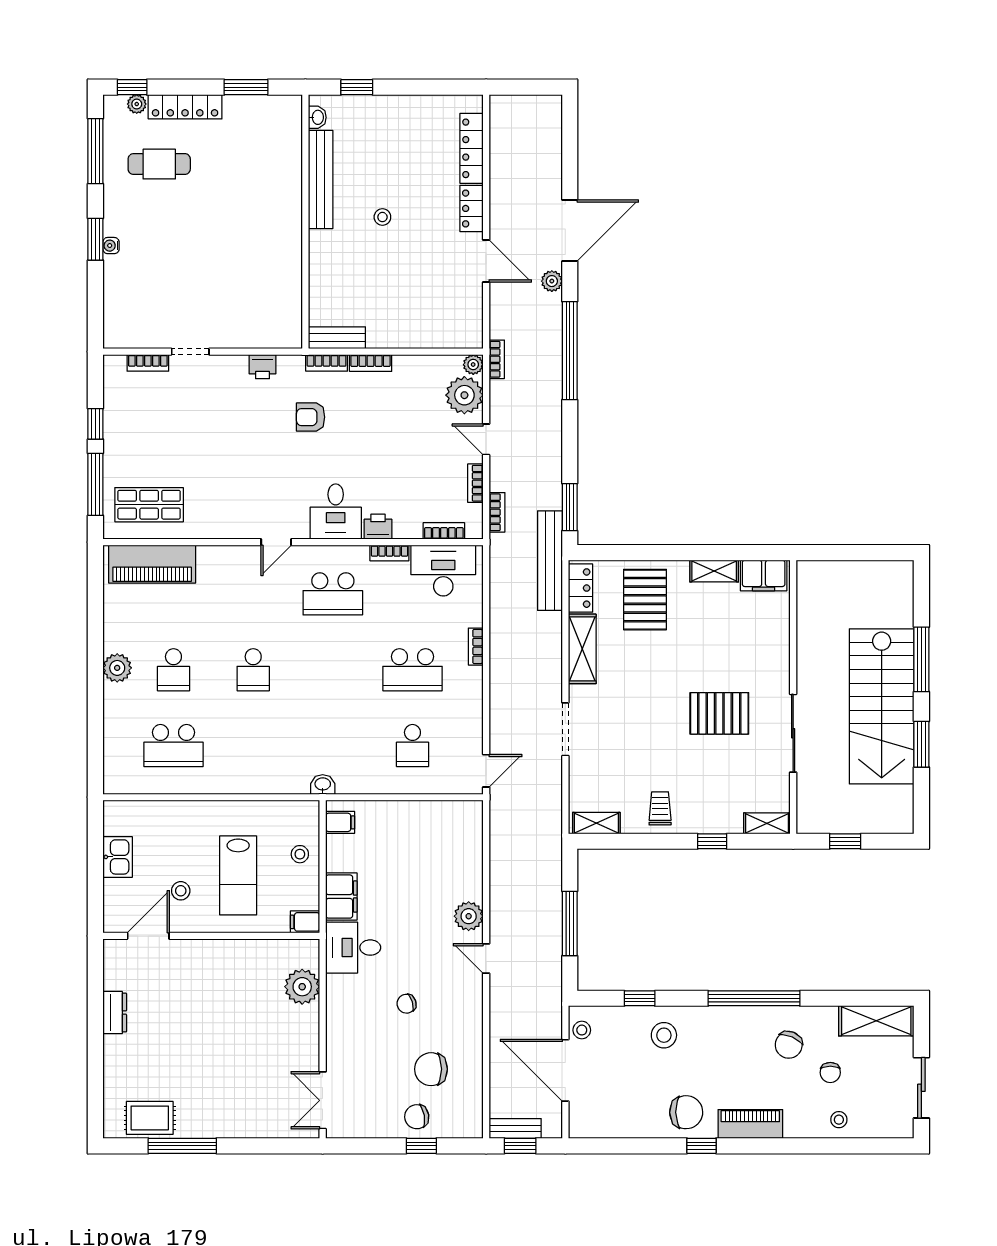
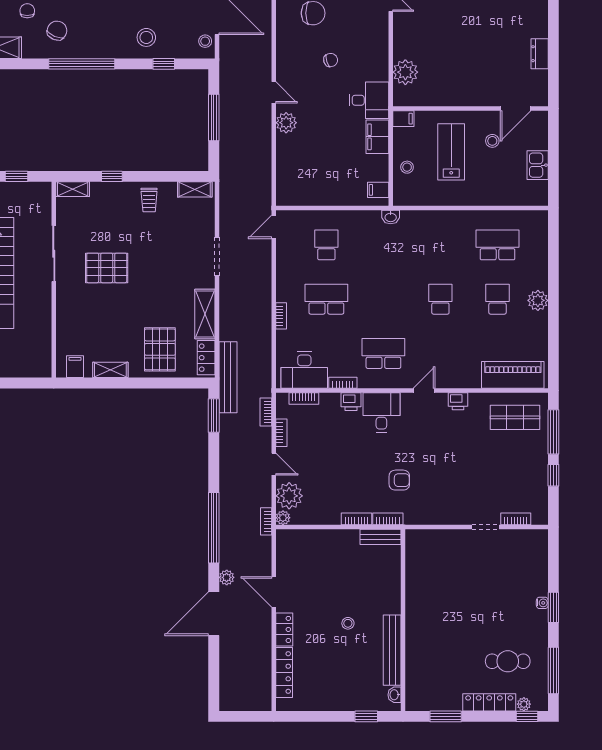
printer: (262, 367) -> (458, 401), moved, turned 180
filing cabinet: (764, 575) -> (75, 367), width x0.50

